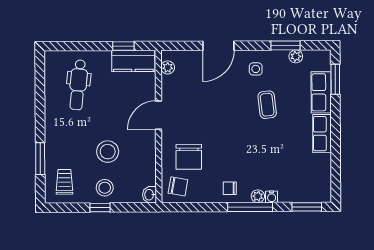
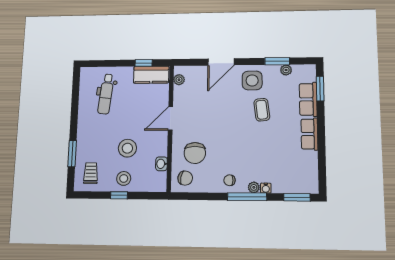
side table: (256, 69) -> (252, 80), width x1.87, depth x1.87
washbasin: (149, 195) -> (161, 164), moved

